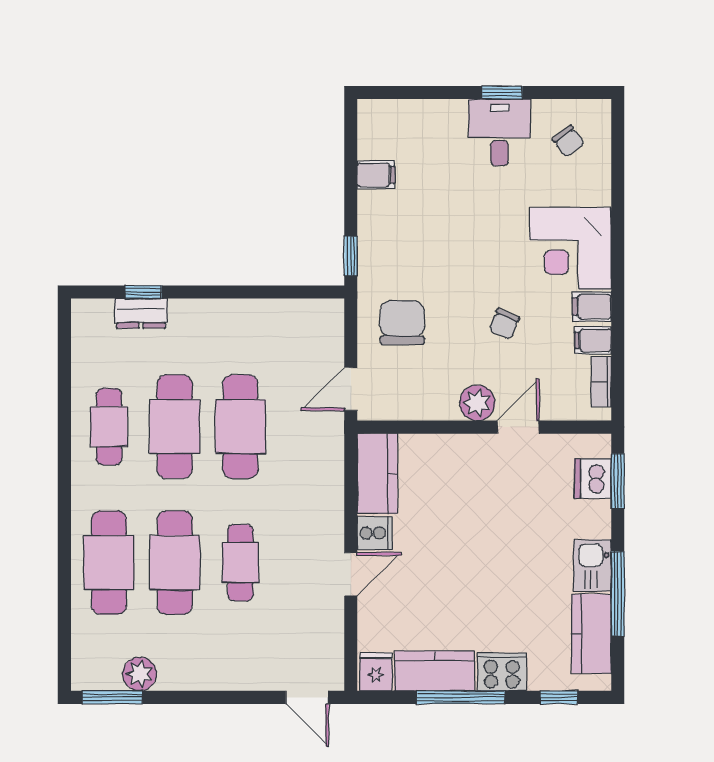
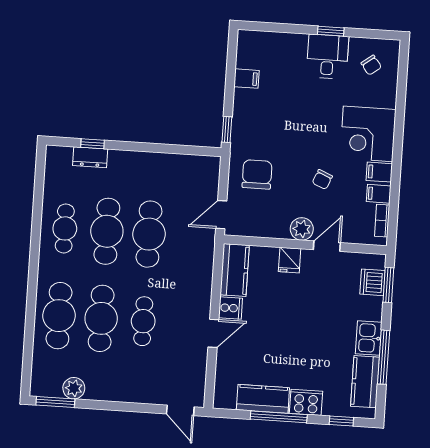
fridge: (376, 672) -> (290, 260), moved, turned 180

